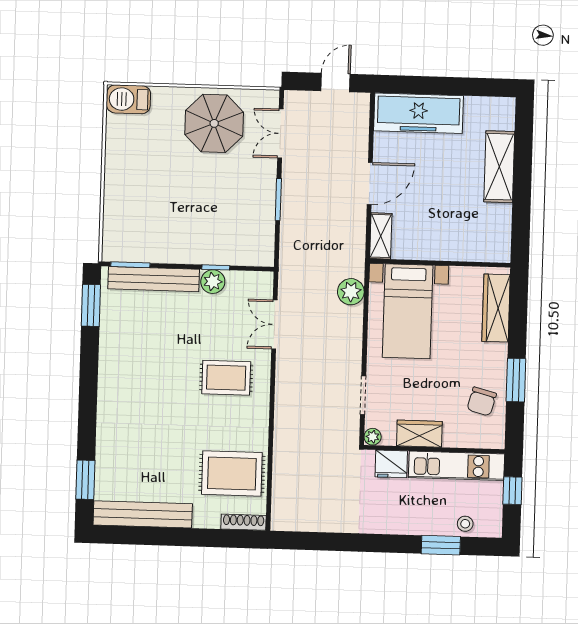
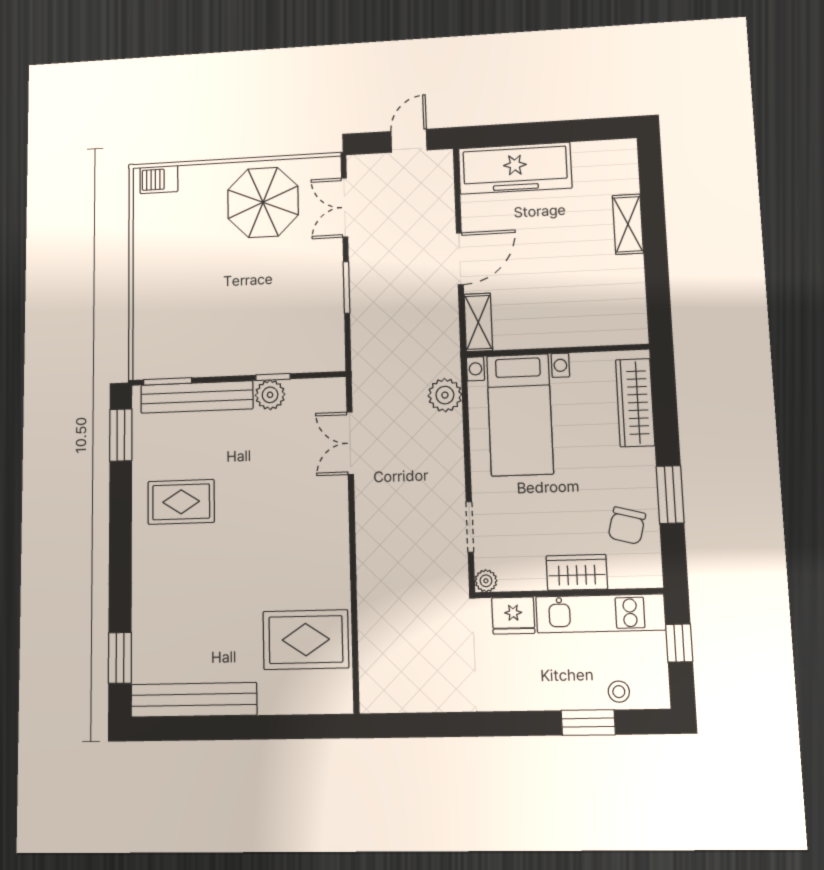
barbecue: (129, 99) -> (159, 179), width x0.73, depth x0.79
shelving: (499, 167) -> (628, 224), width x0.67, depth x0.75
rug: (226, 378) -> (181, 502), moved
wardrobe: (419, 434) -> (577, 572), moved
shoe rack: (244, 522) -> (324, 704), removed

